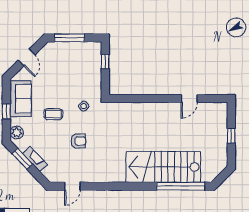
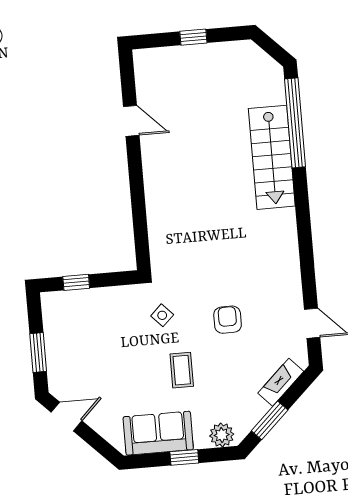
window: (69, 38) -> (38, 352), width x0.69
door: (27, 57) -> (67, 417), moved
fireplace: (35, 159) -> (281, 382), moved
stairs: (163, 167) -> (272, 157), width x0.73, depth x0.66

